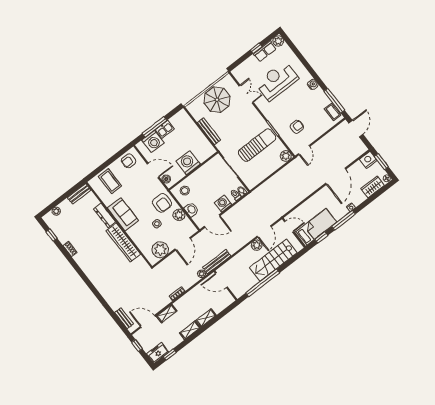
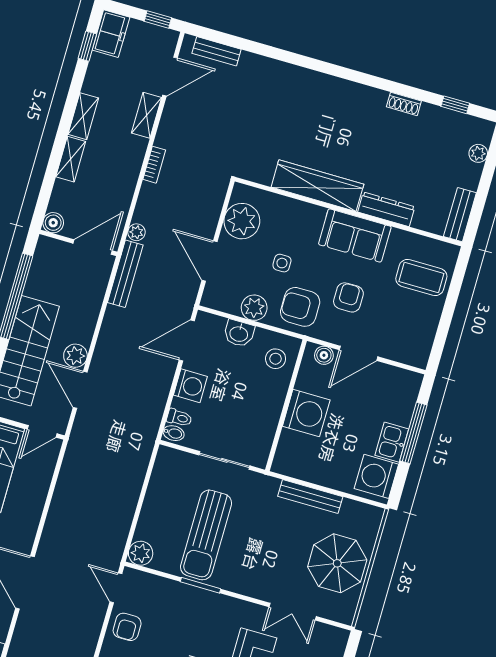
armchair: (297, 127) -> (127, 627), moved
washing machine: (153, 141) -> (376, 476), moved
armchair: (129, 161) -> (348, 297), moved
boiler: (229, 300) -> (53, 223), added

